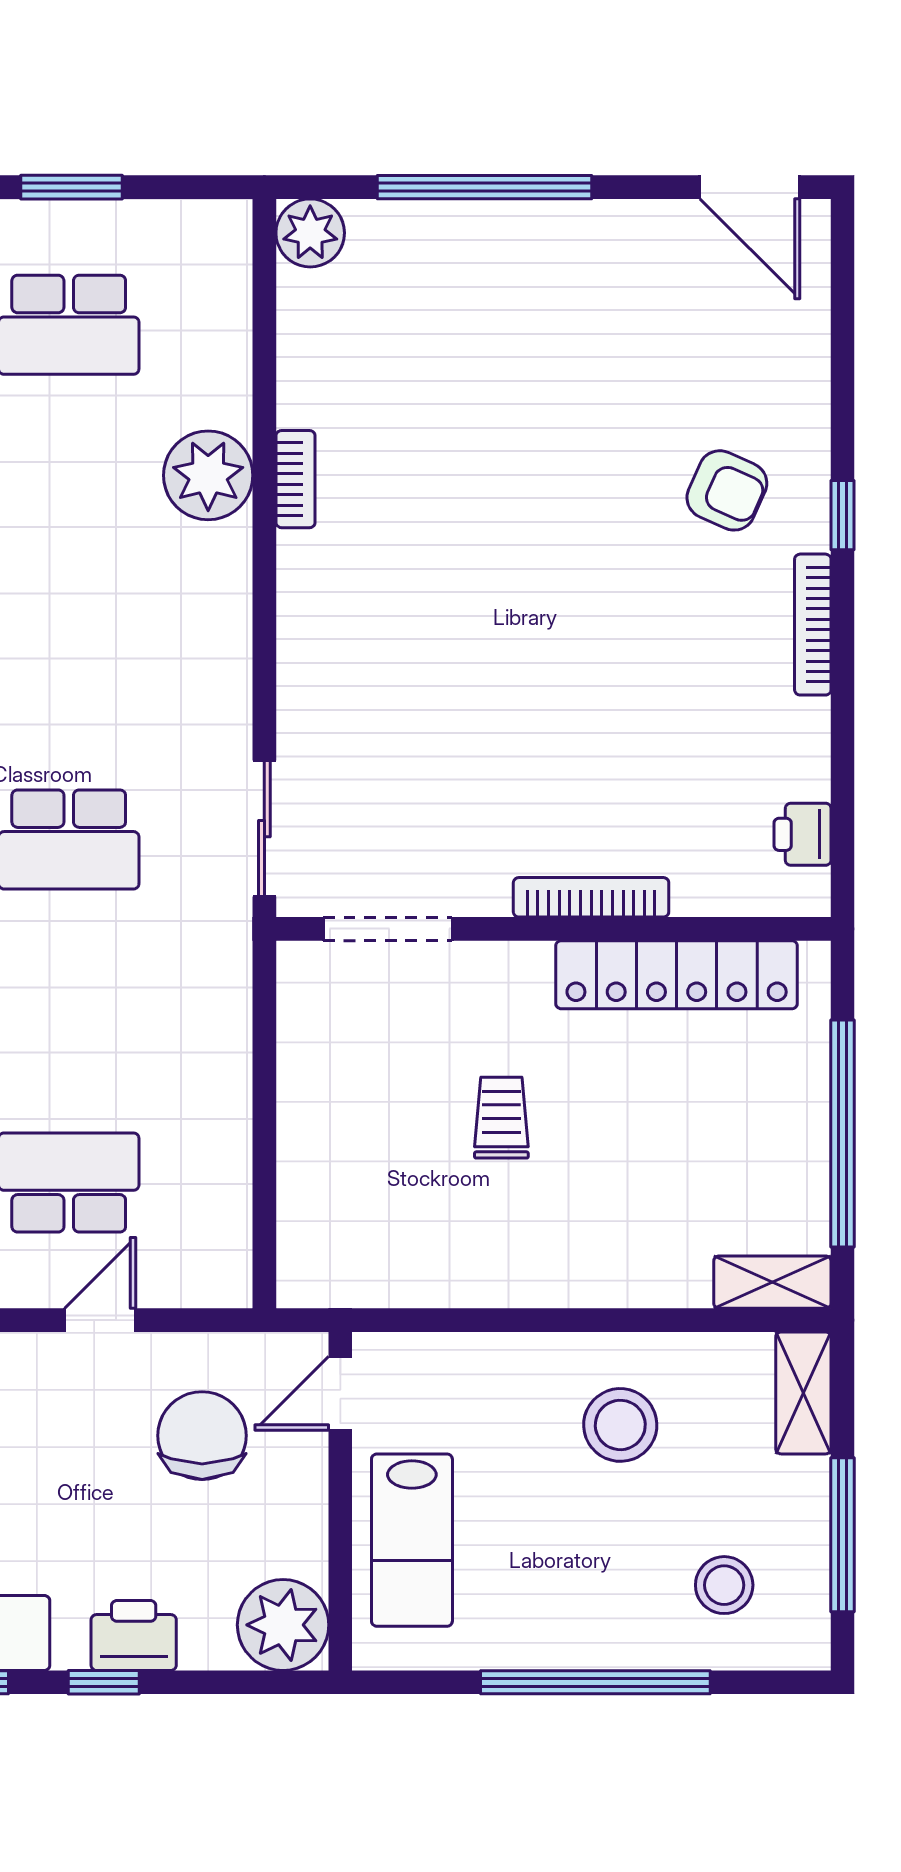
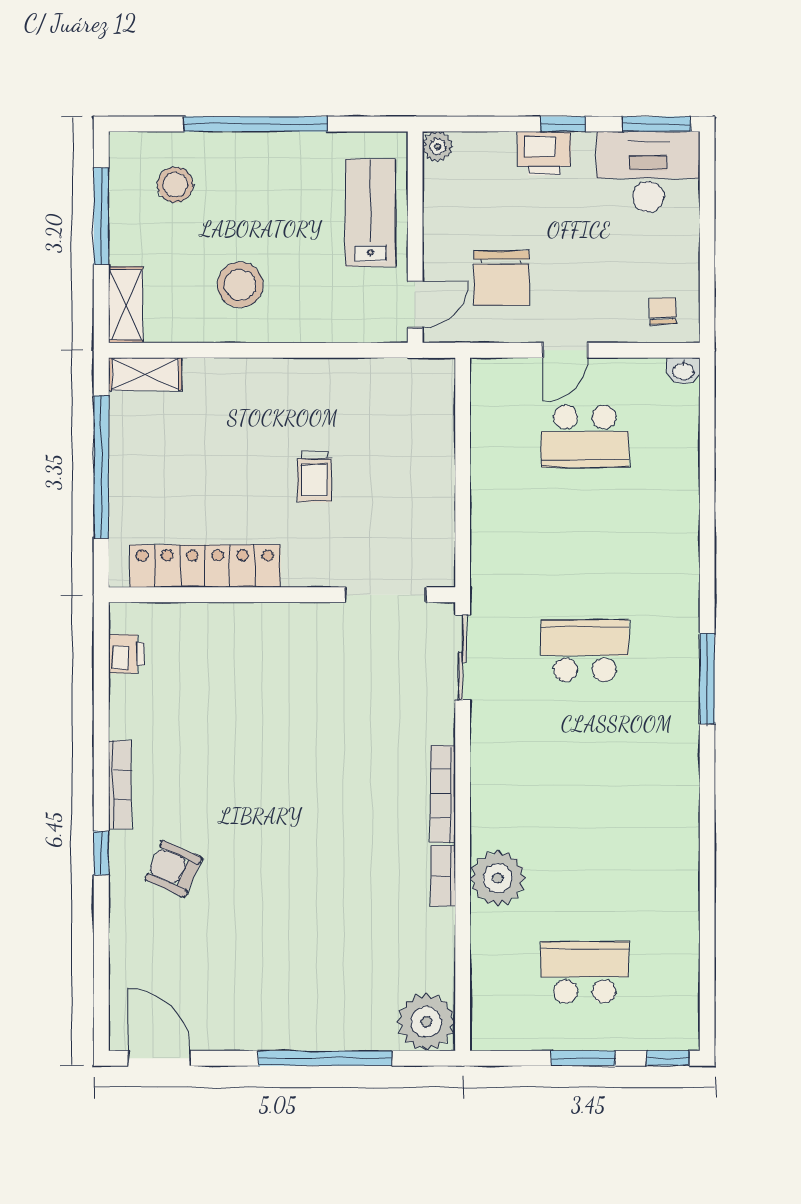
plant: (310, 233) -> (426, 1022), width x1.36, depth x1.36
bookcase: (591, 897) -> (443, 794), moved, turned 90
plant: (283, 1625) -> (438, 146), width x0.53, depth x0.53

